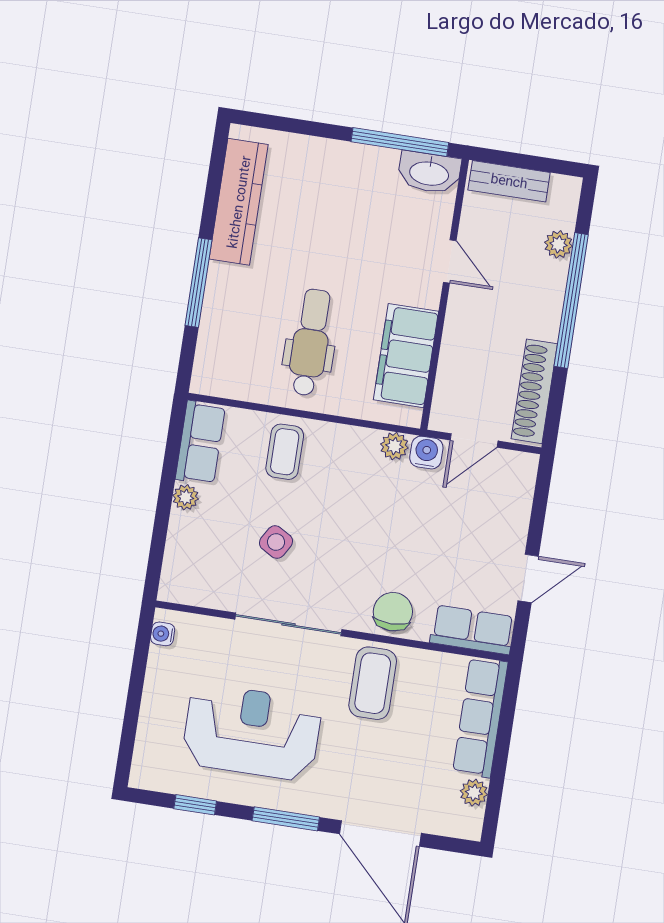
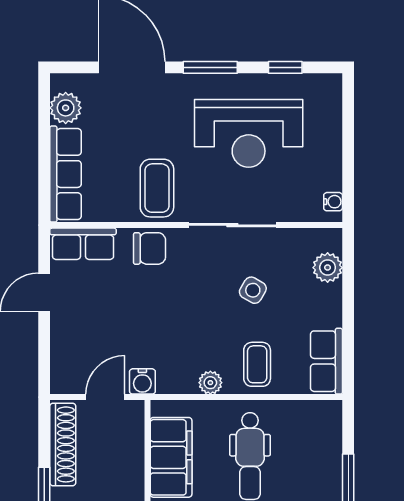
plant: (394, 446) -> (210, 383), moved
plant: (186, 497) -> (328, 268), moved, width x1.38, depth x1.38
chair: (393, 612) -> (150, 248), turned -90
plant: (474, 793) -> (66, 108), width x1.38, depth x1.38

